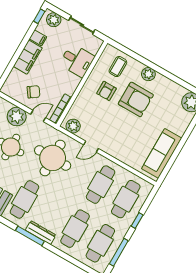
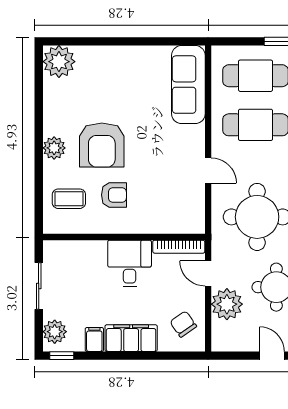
desk: (77, 60) -> (130, 263), moved
chair: (33, 92) -> (183, 324), moved
armchair: (136, 99) -> (102, 145), turned 180
plant: (73, 126) -> (193, 214), removed
sofa: (162, 153) -> (188, 85), moved, turned 90

